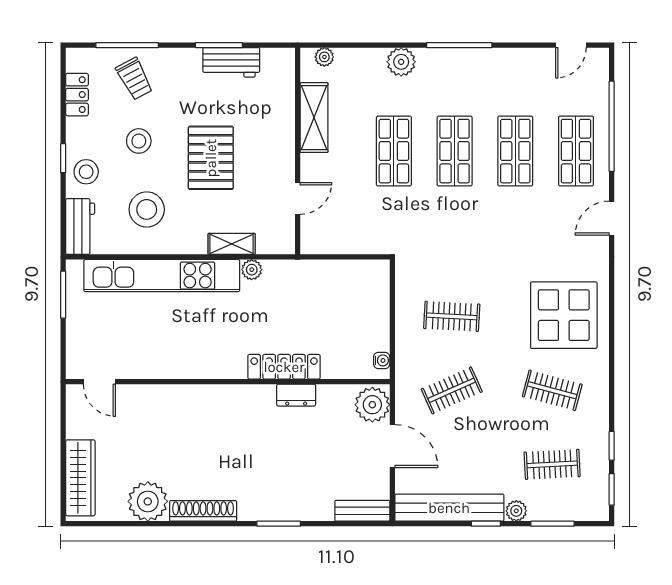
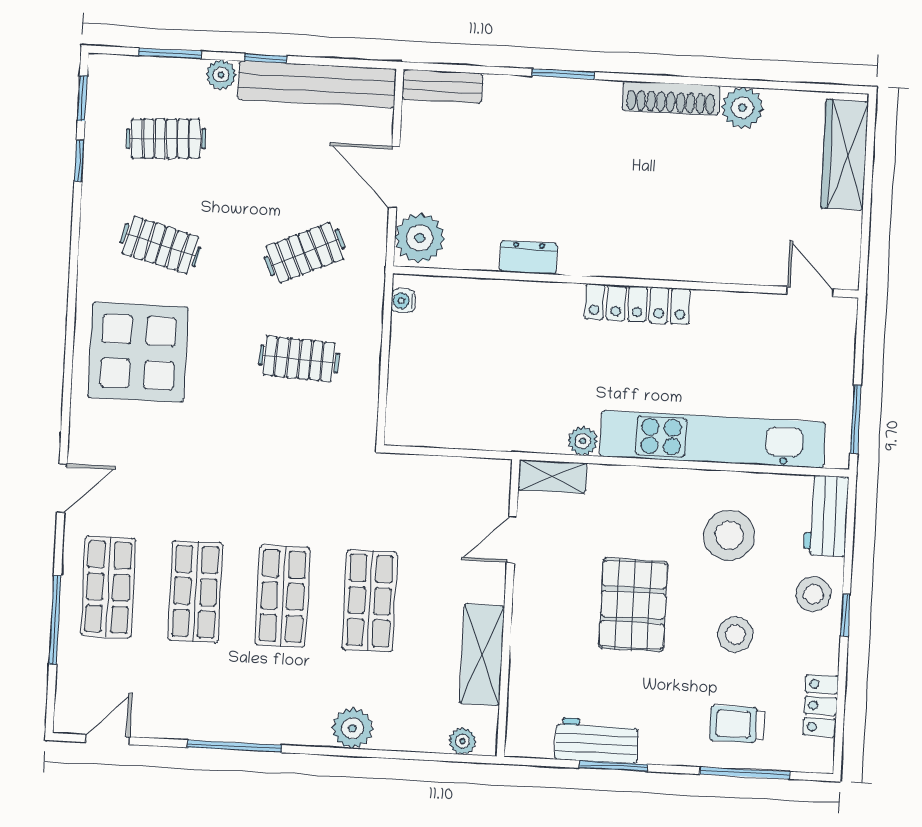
window: (459, 45) -> (234, 746), moved
trolley: (134, 79) -> (737, 724), turned -62
window: (612, 126) -> (55, 620), width x0.68
shelving: (232, 244) -> (552, 476), moved
locker: (284, 367) -> (638, 304), moved
plant: (148, 501) -> (742, 108), width x0.73, depth x0.73

